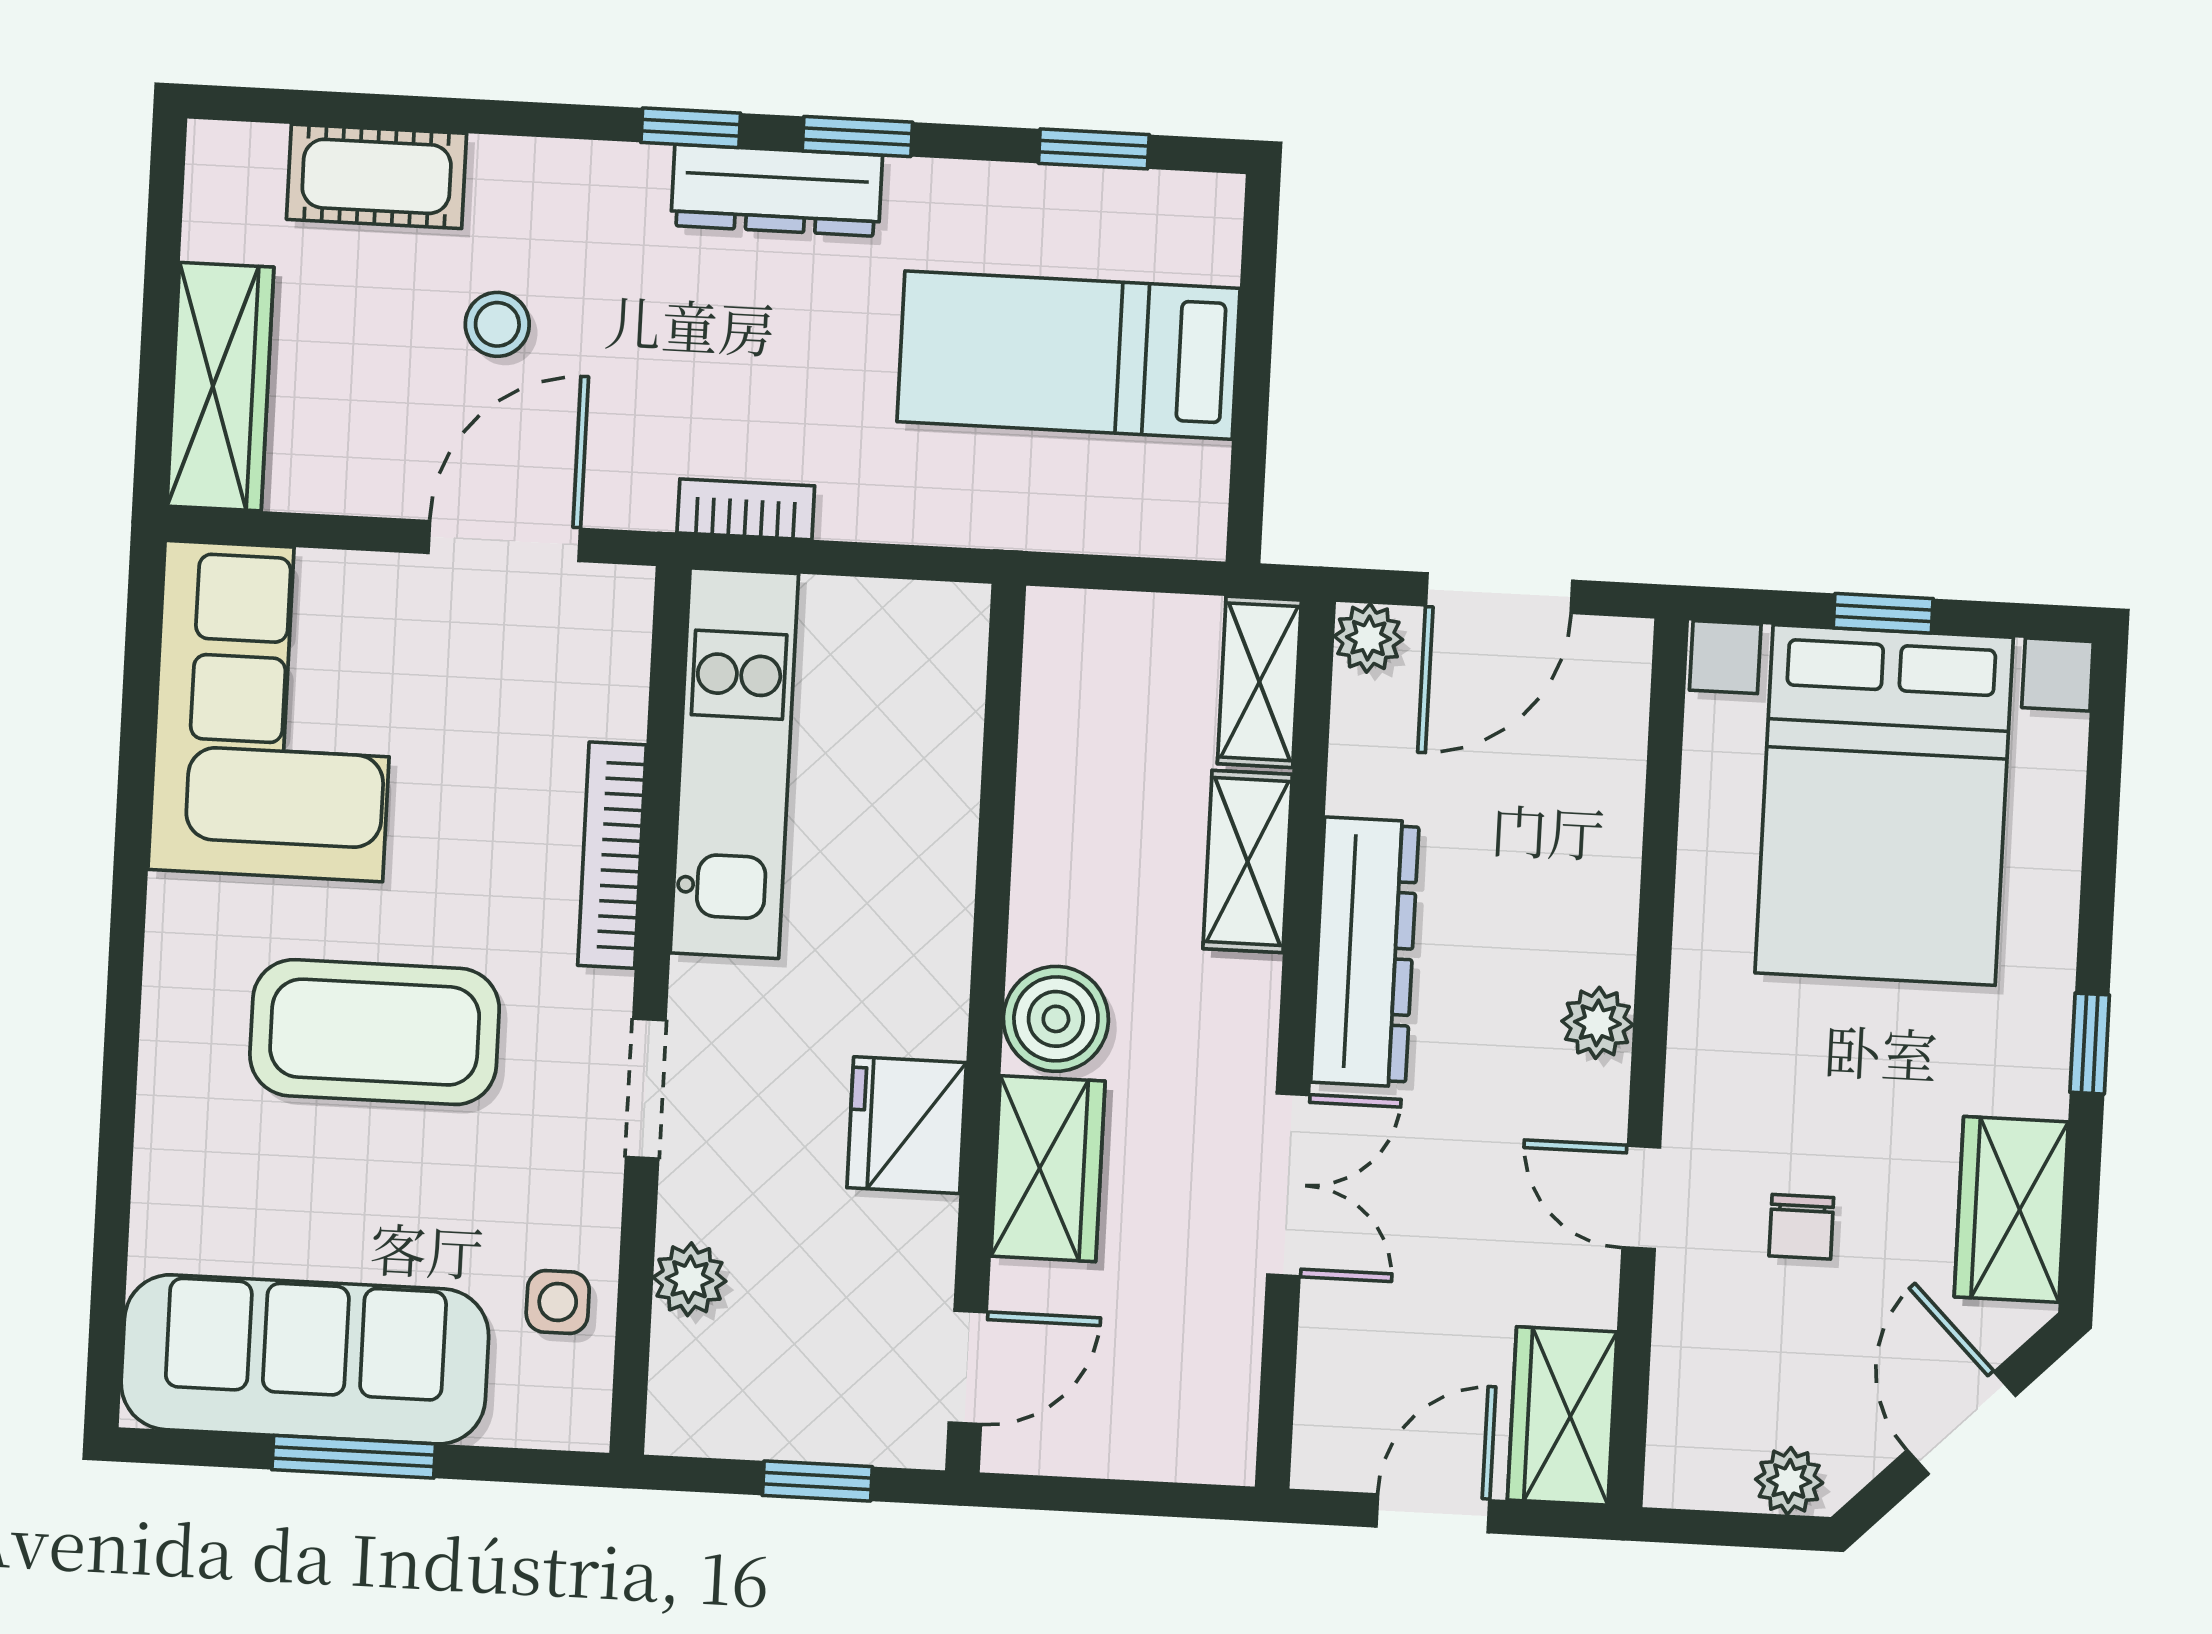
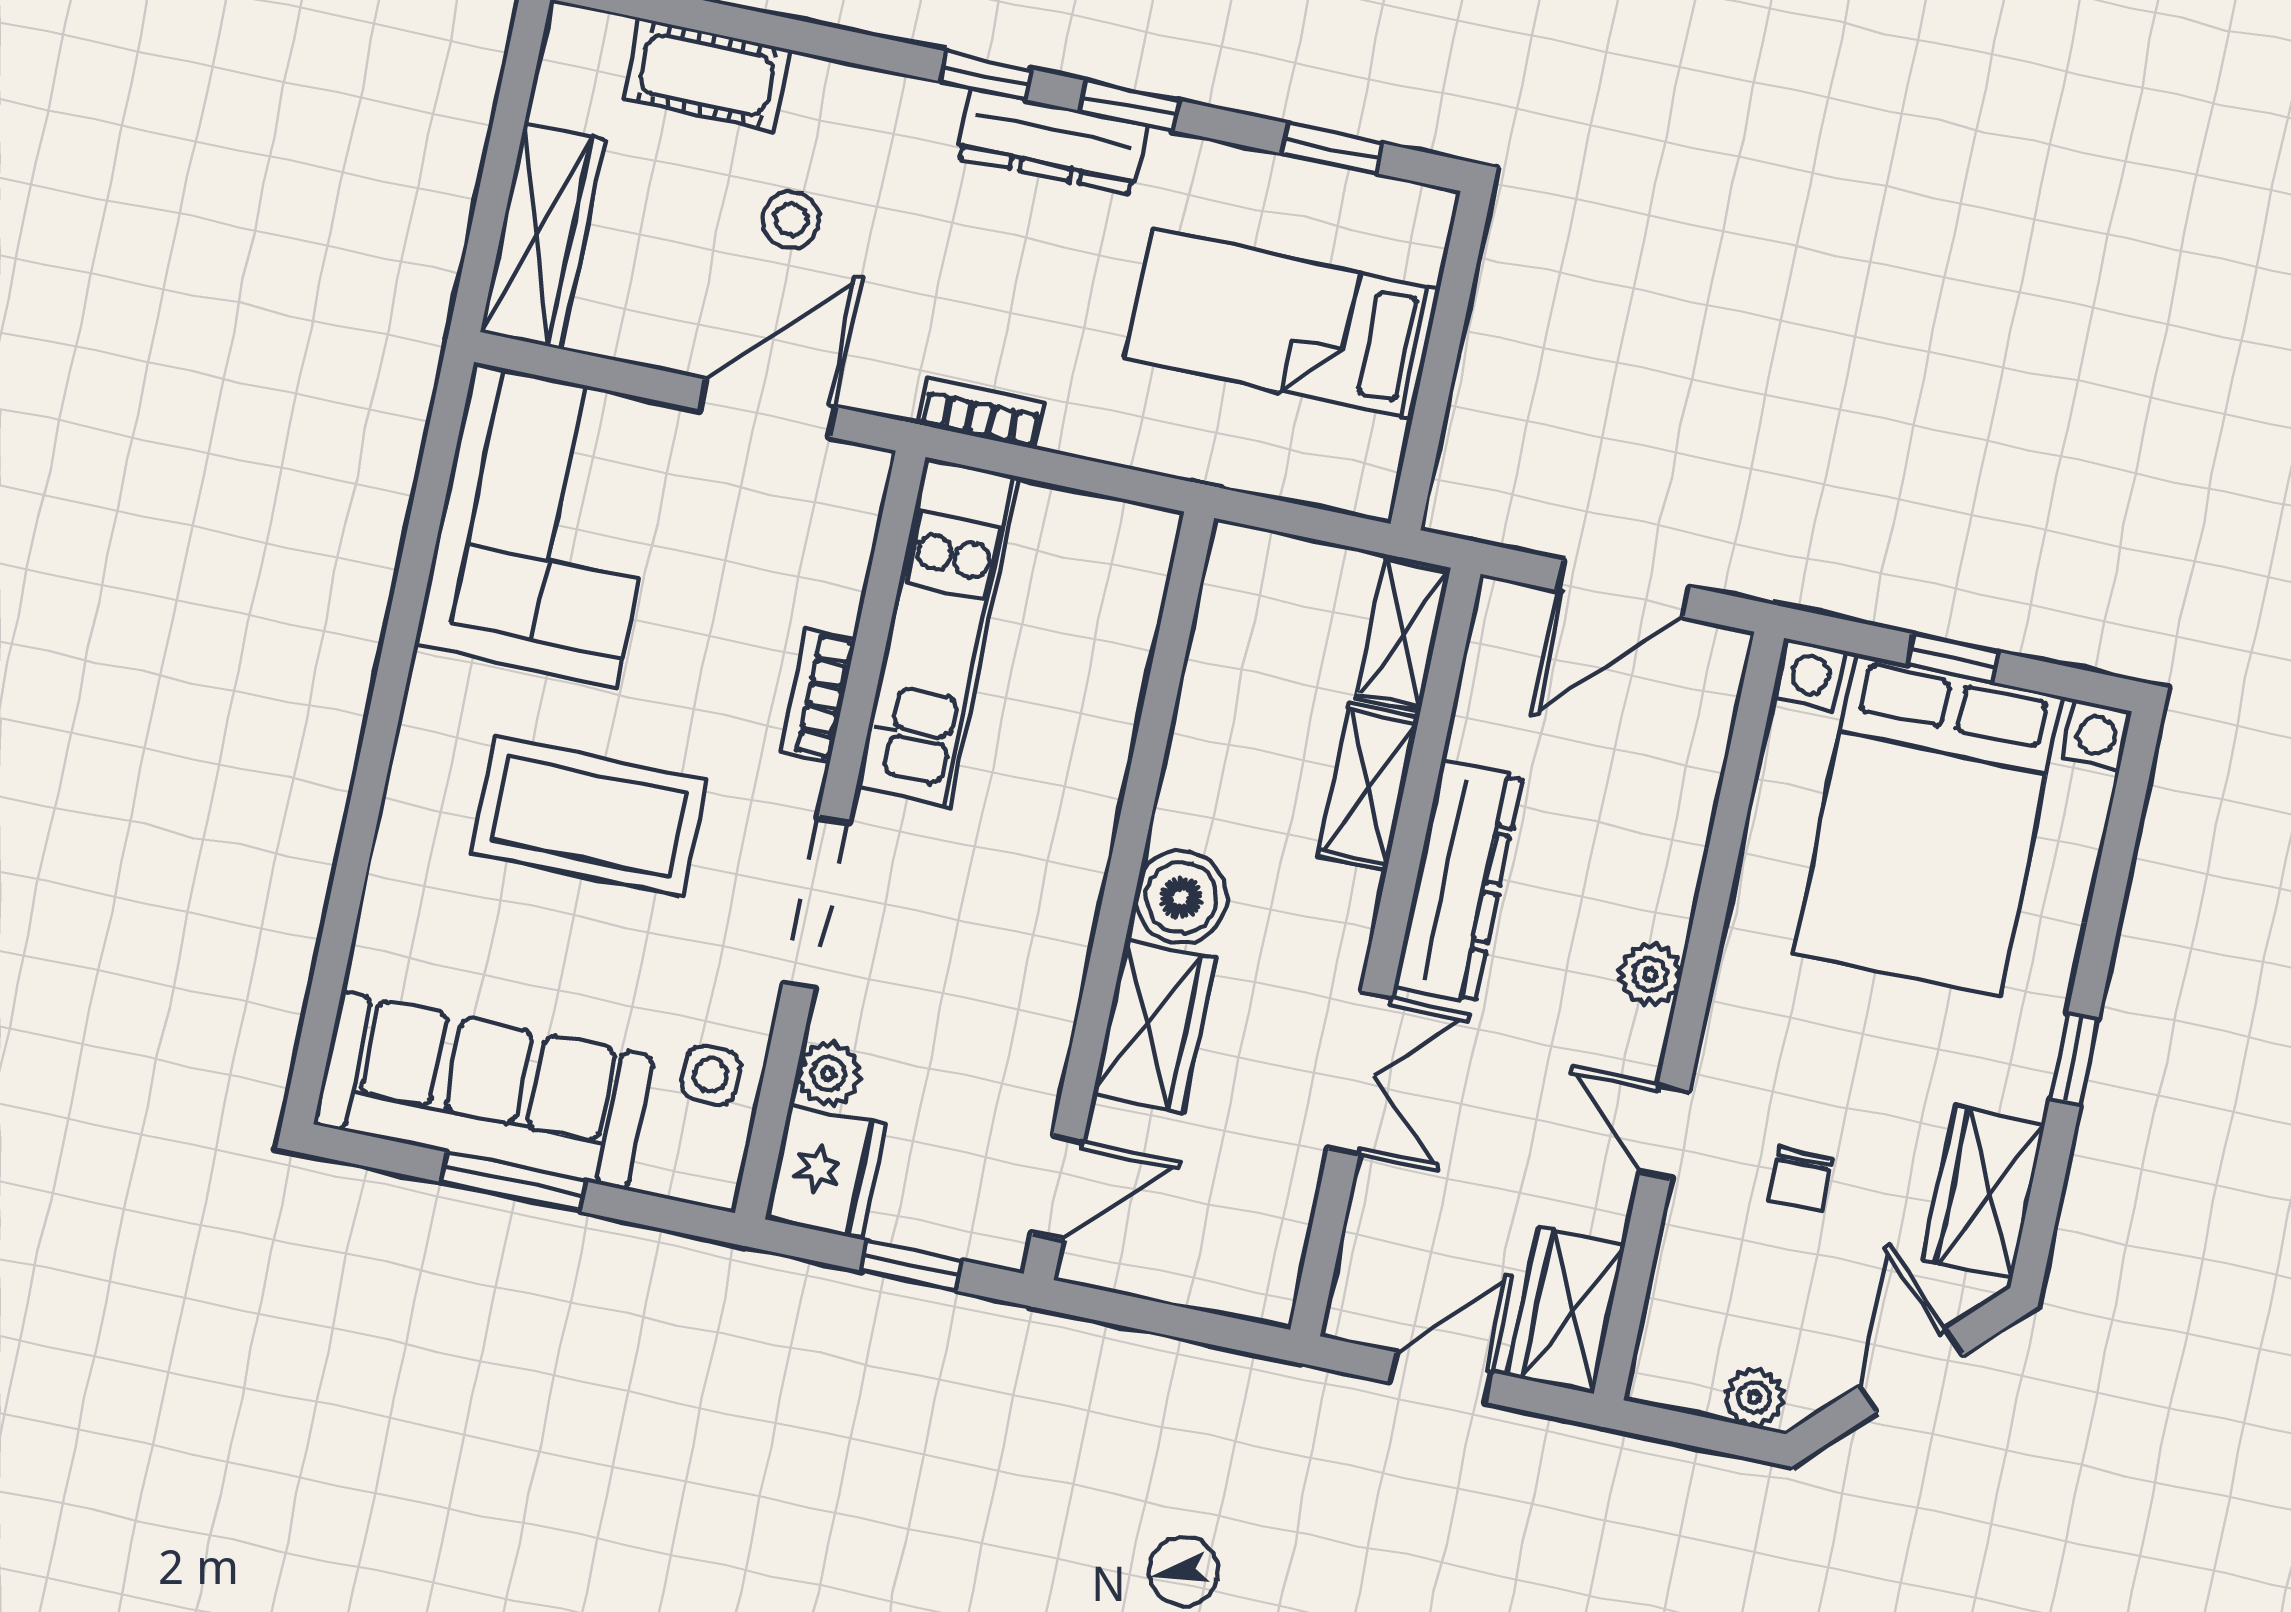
plant: (1368, 638) -> (1504, 610), removed
bookcase: (612, 855) -> (819, 695), width x0.64
doorway: (646, 1089) -> (816, 902), width x1.38
fridge: (907, 1125) -> (826, 1171), moved, turned 180

